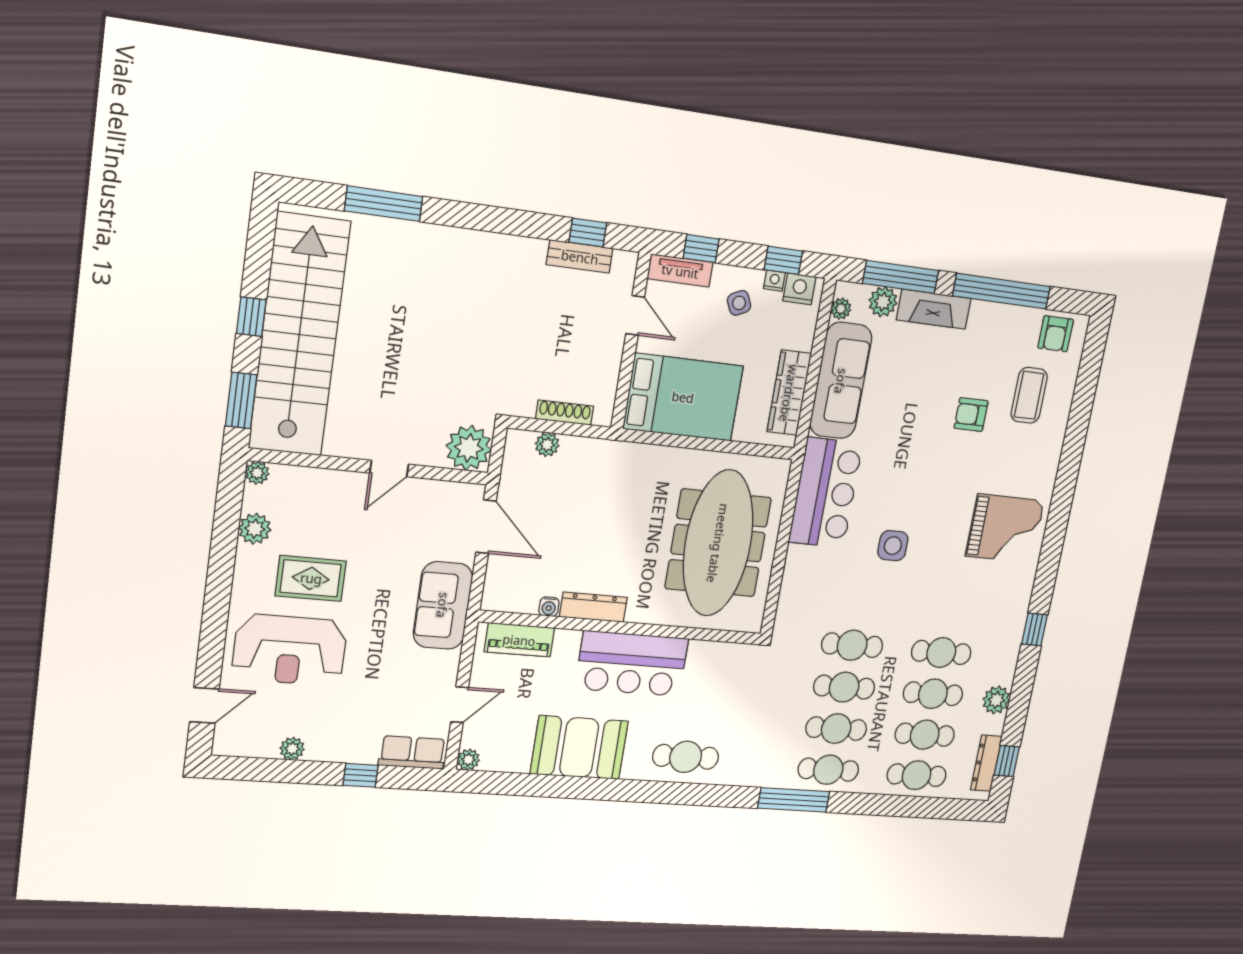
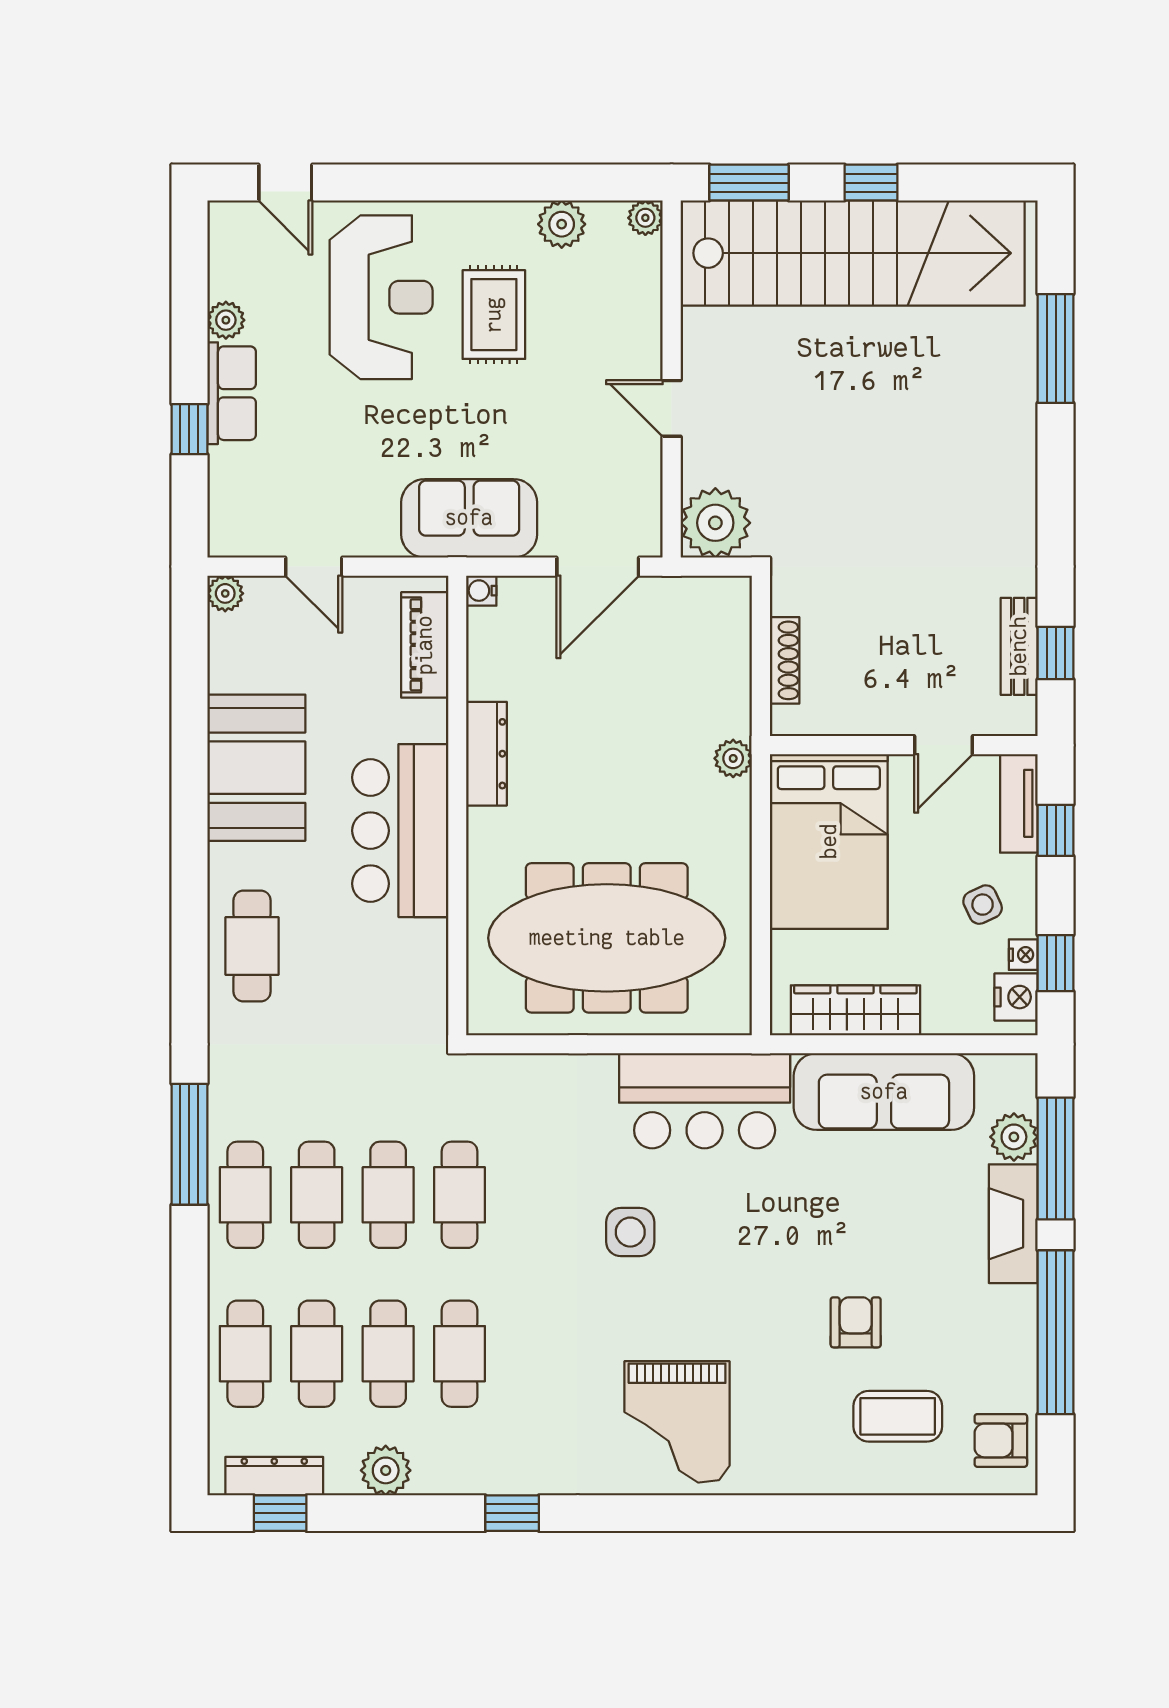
plant: (841, 309) -> (995, 1070), removed
plant: (547, 445) -> (733, 758), moved
water cooler: (549, 607) -> (481, 591), moved
reception desk: (290, 650) -> (381, 297), turned 180
row of seats: (412, 752) -> (232, 393), moved

